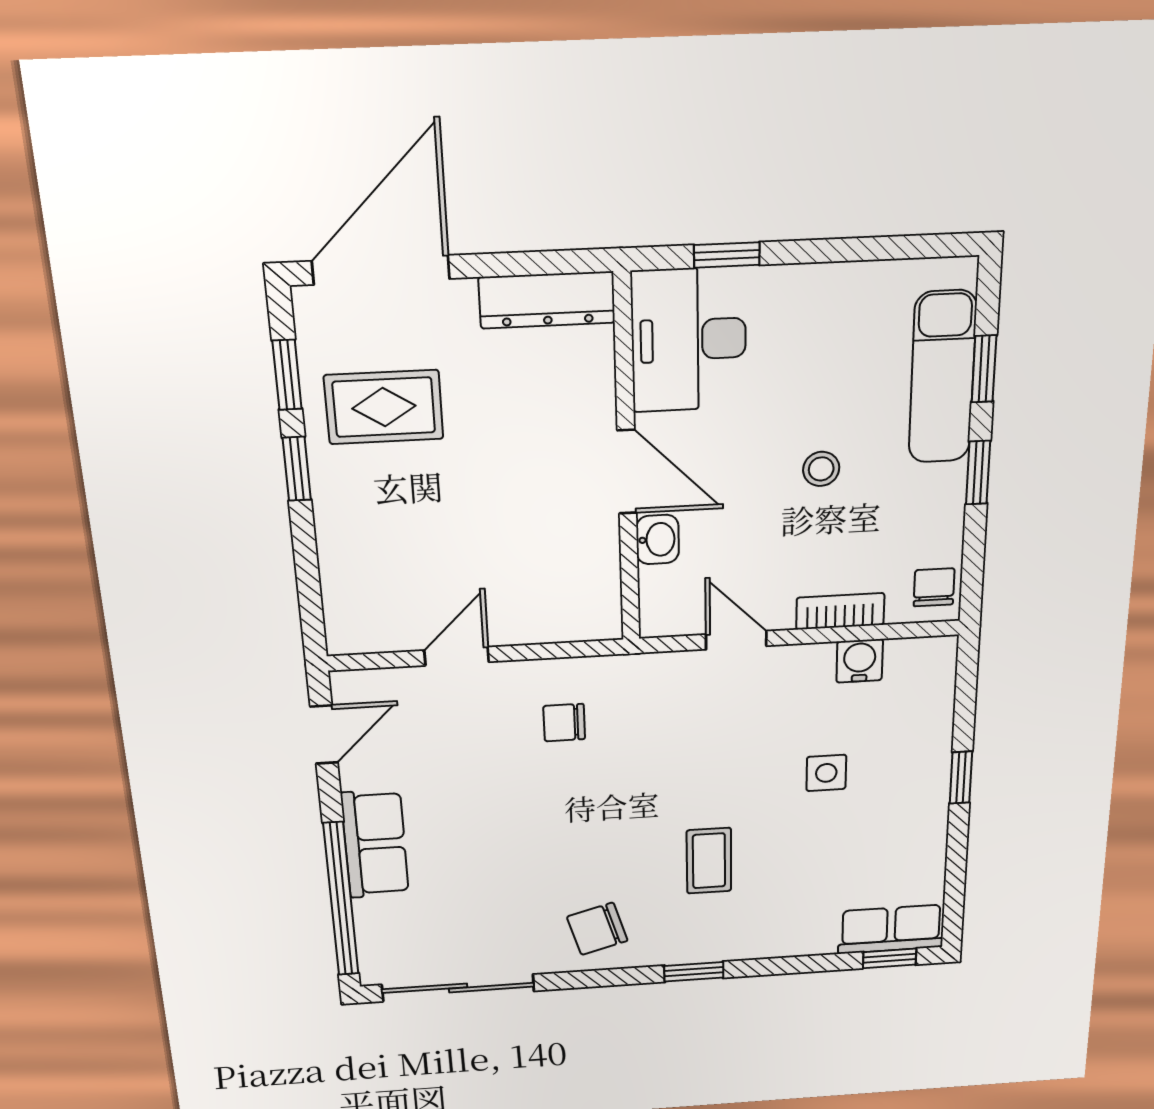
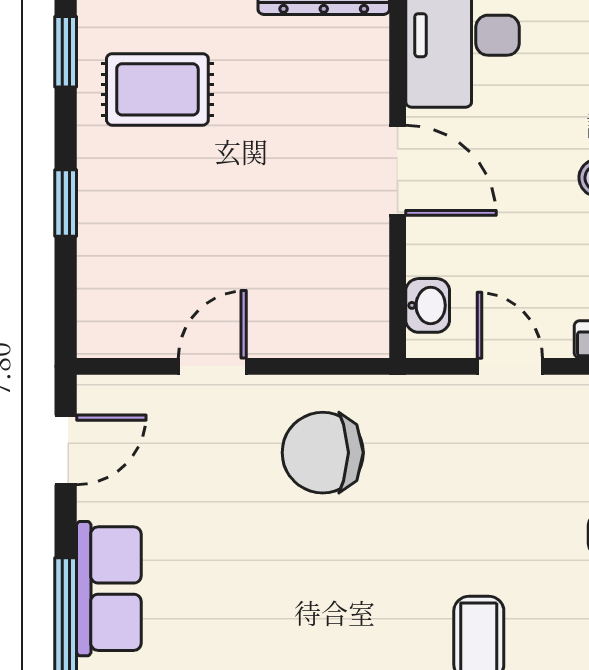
window: (297, 469) -> (66, 203), moved
washbasin: (658, 540) -> (428, 305), moved
chair: (564, 723) -> (323, 453), width x1.87, depth x1.87

